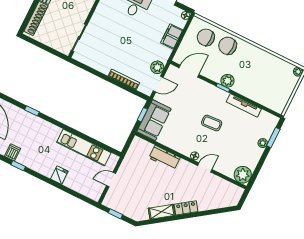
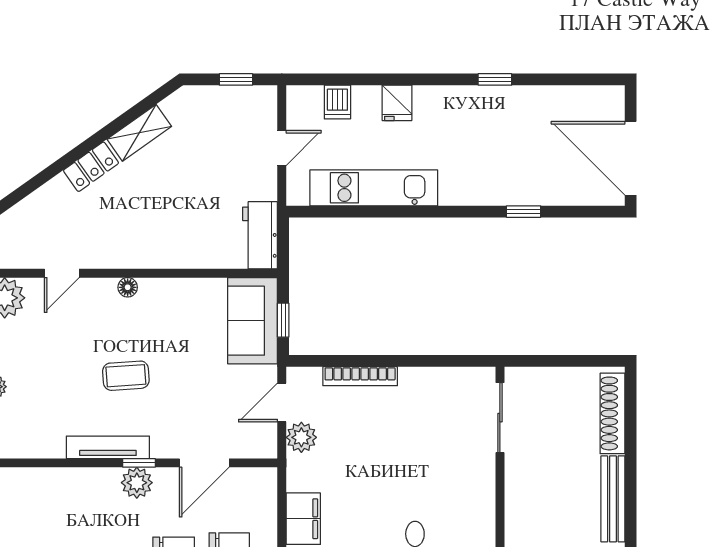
door: (189, 71) -> (204, 463), moved
tv unit: (244, 105) -> (108, 447), moved
dishwasher: (13, 152) -> (337, 102), moved
workbench: (164, 158) -> (260, 235), moved, turned -90
door: (205, 167) -> (62, 273), moved

